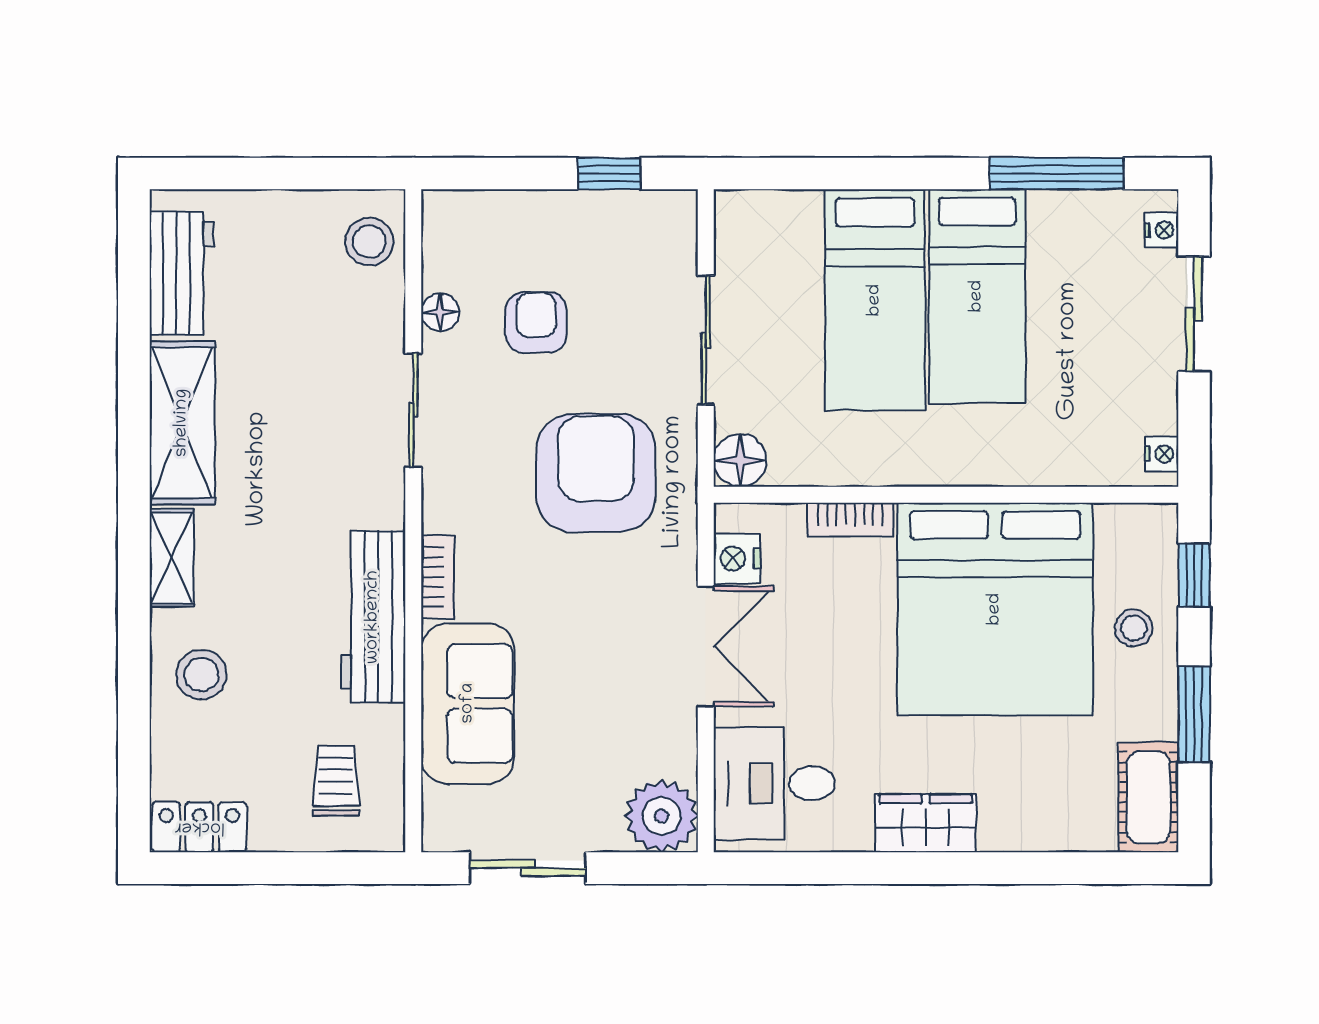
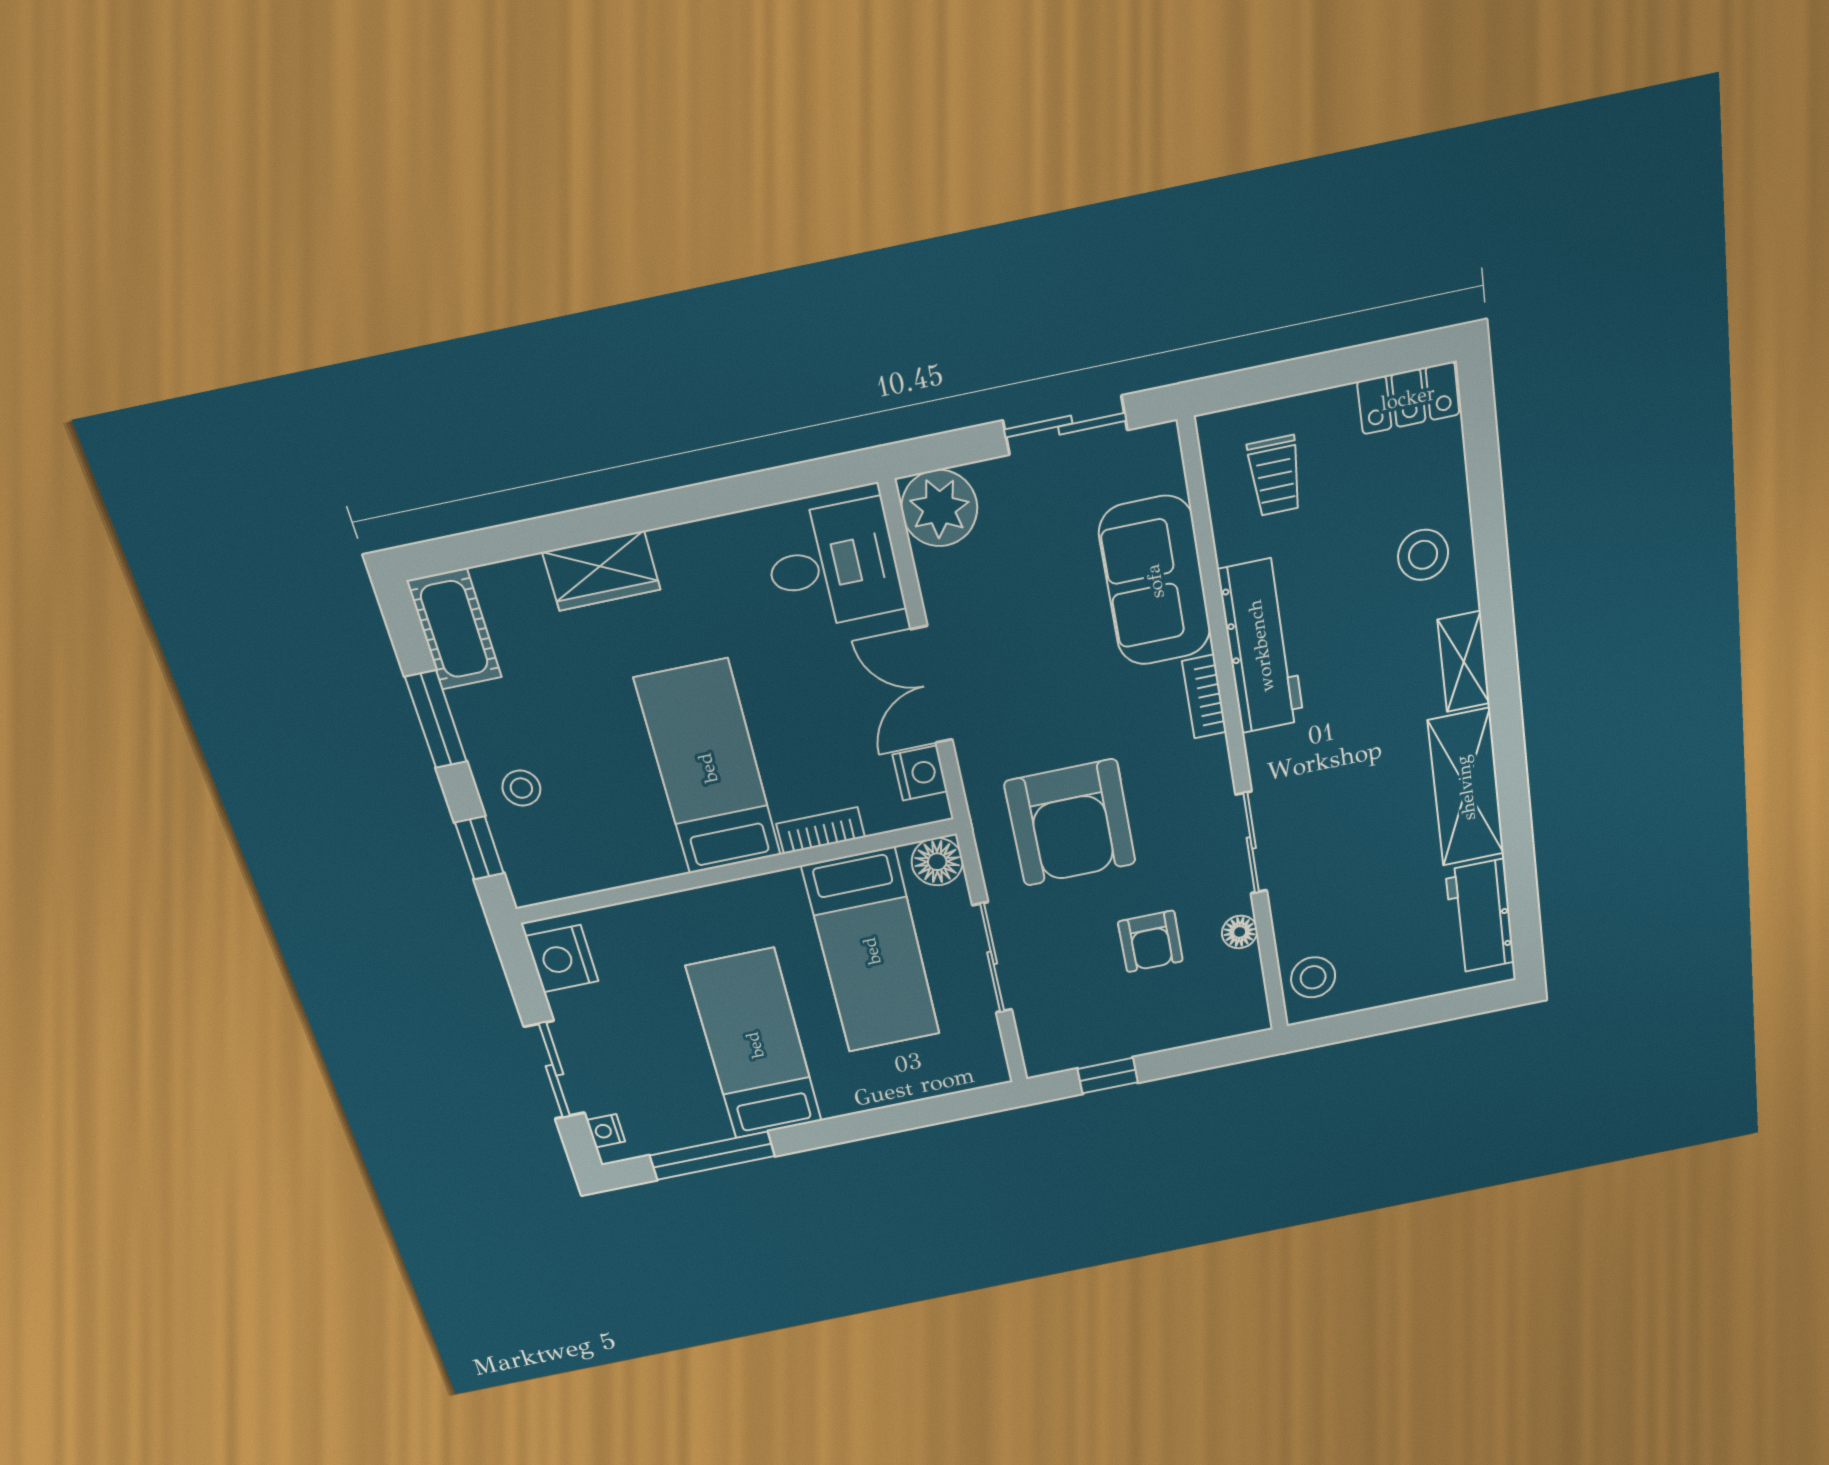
bed: (875, 300) -> (872, 951), moved, turned 180
nightstand: (1162, 454) -> (562, 959), width x1.89, depth x1.79
bed: (995, 609) -> (708, 768), width x0.49
wardrobe: (926, 823) -> (601, 571), moved

